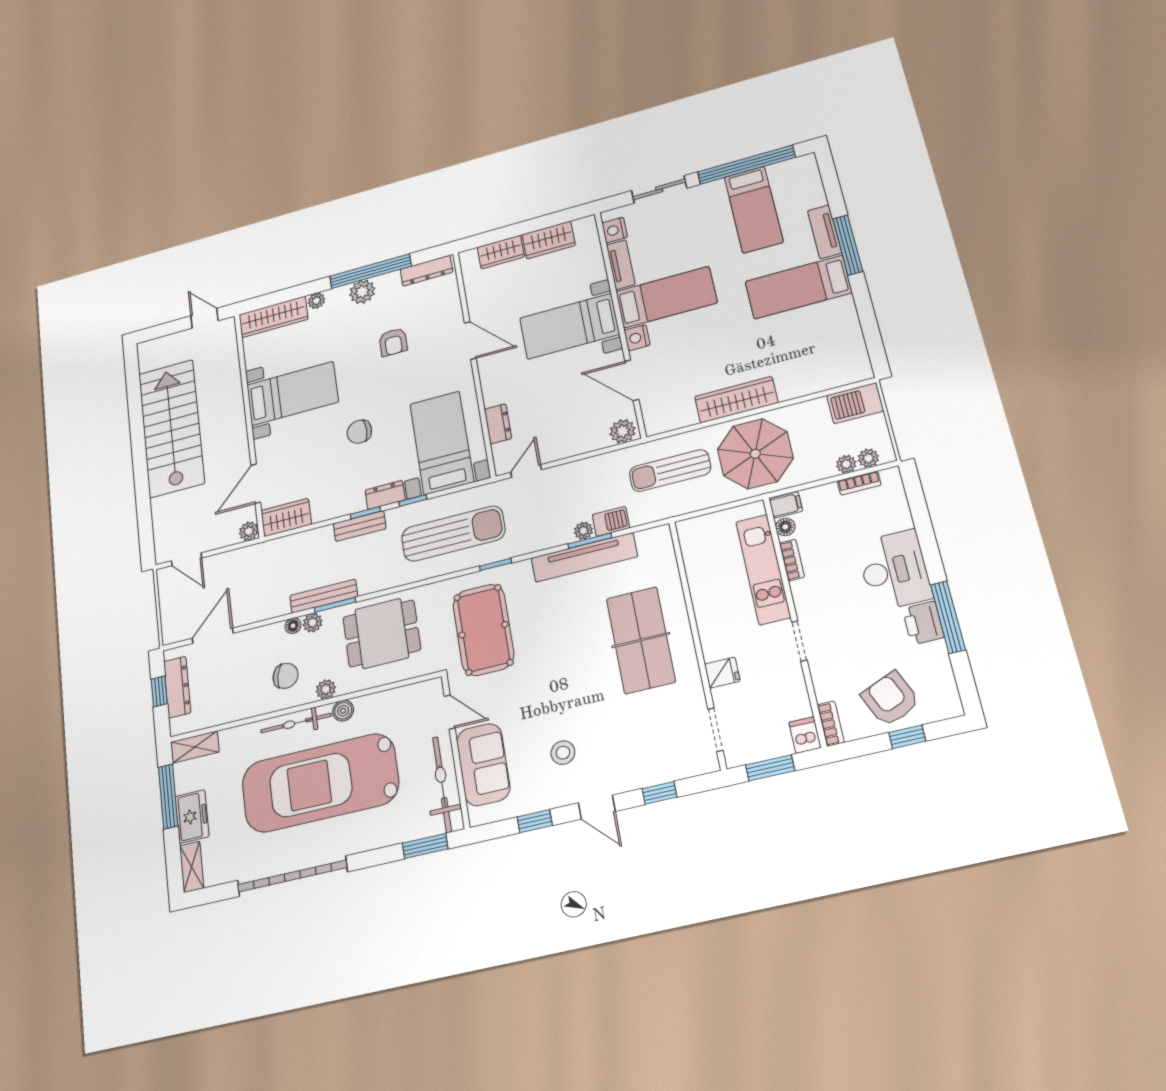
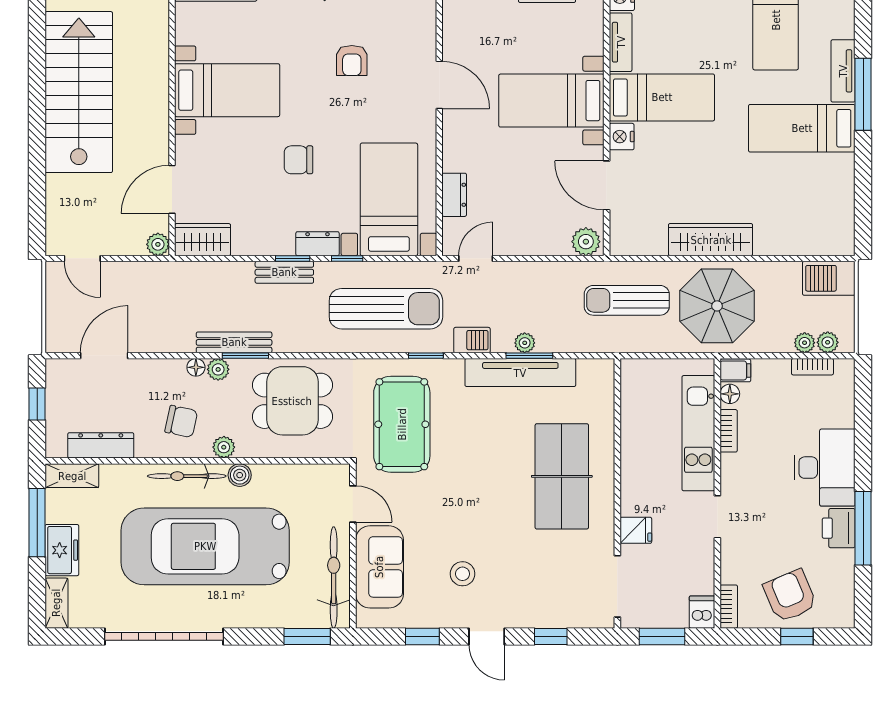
barbecue: (611, 521) -> (472, 340), moved
dresser: (177, 687) -> (101, 445), moved, turned -90
doorway: (715, 730) -> (617, 586), width x1.38

